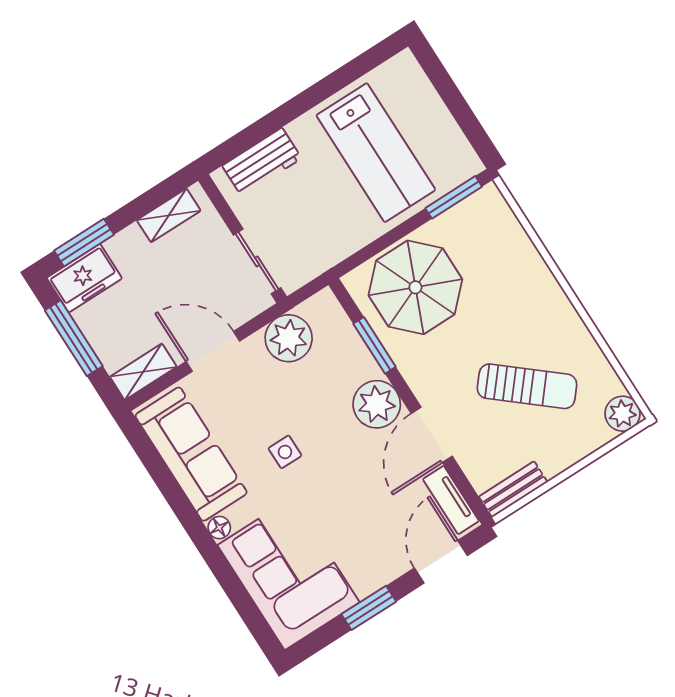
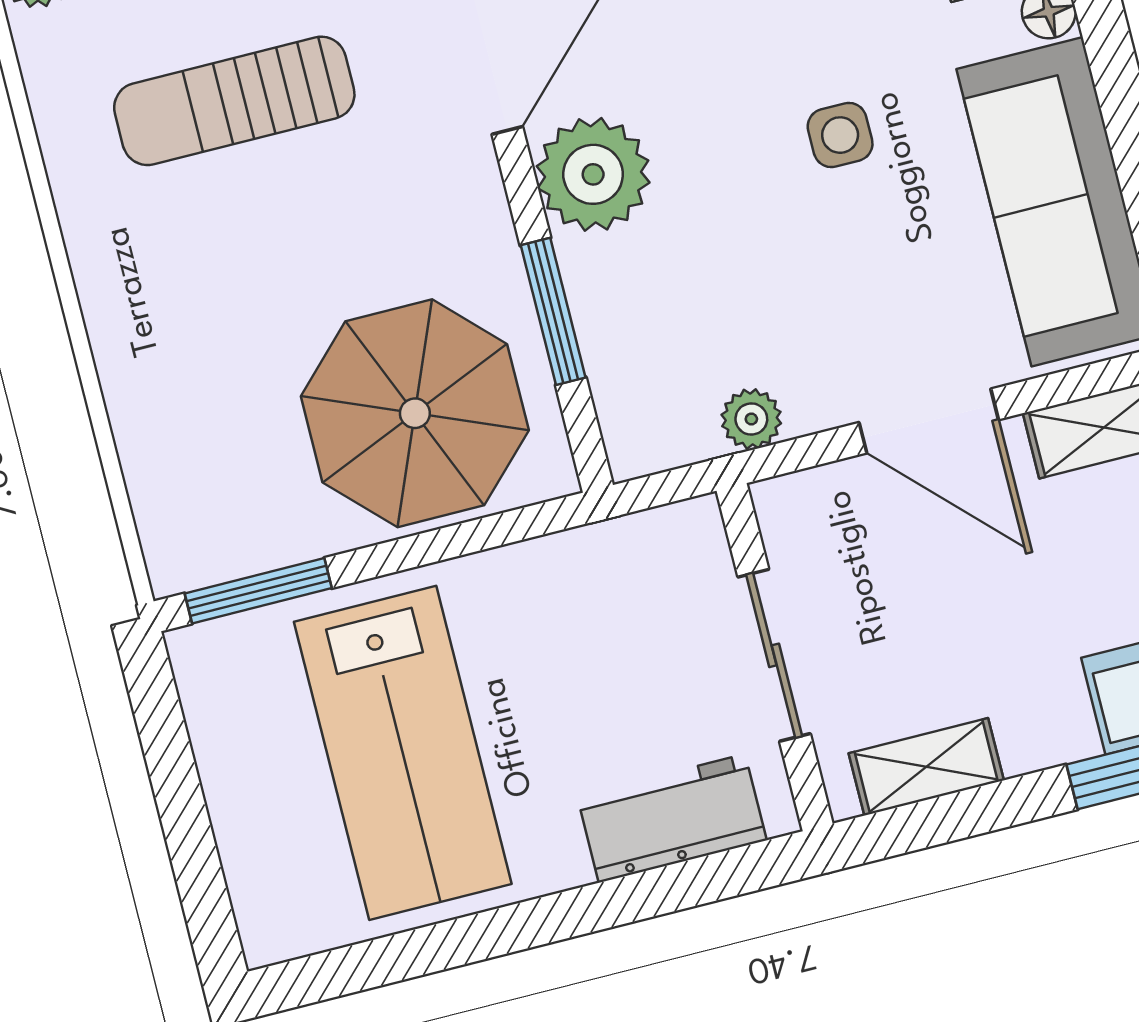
lab bench: (376, 153) -> (403, 753), turned 180
sliding door: (257, 261) -> (774, 655), moved
plant: (289, 338) -> (751, 419), width x0.53, depth x0.53
sun lounger: (527, 386) -> (234, 101), turned -40

